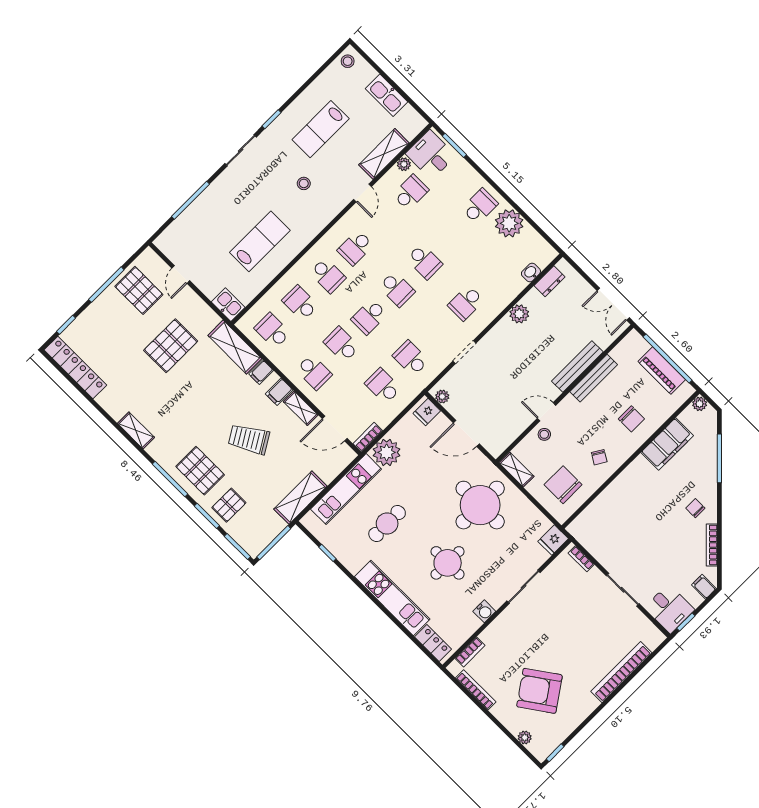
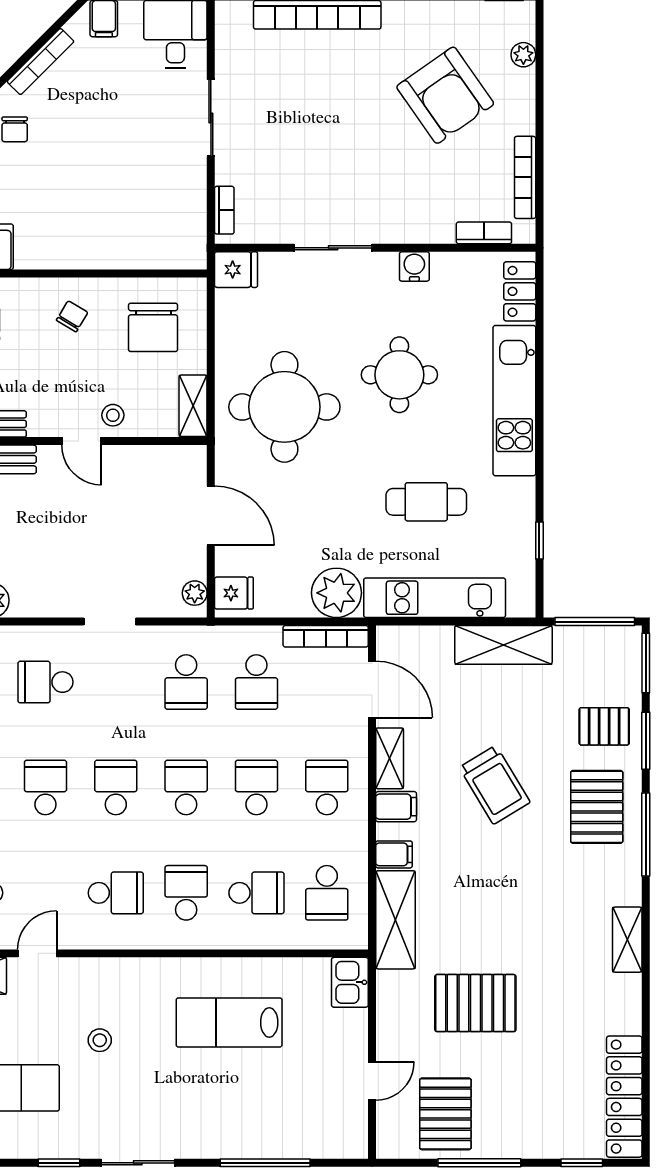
school desk: (300, 303) -> (256, 893), turned -90
school desk: (466, 303) -> (45, 682), turned 180
school desk: (369, 317) -> (186, 787), turned -90
school desk: (342, 344) -> (256, 787), turned 180
bookcase: (368, 437) -> (326, 636), width x1.56

